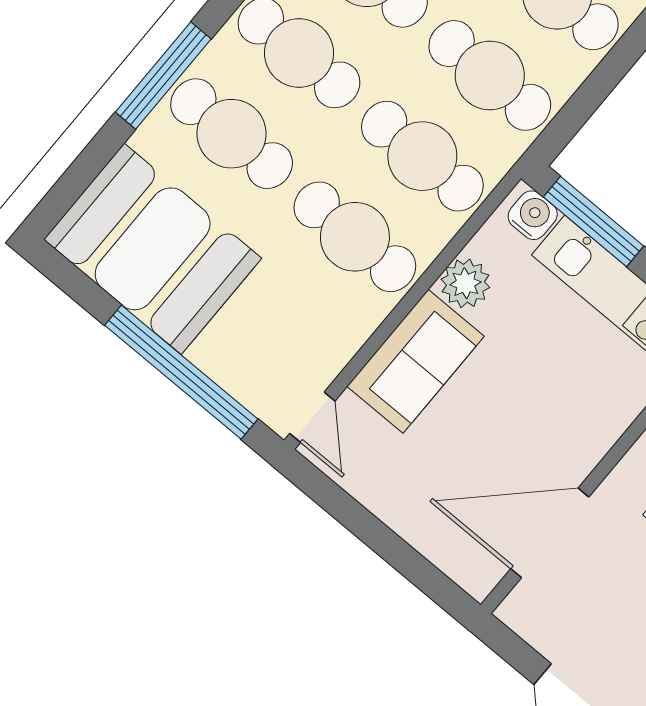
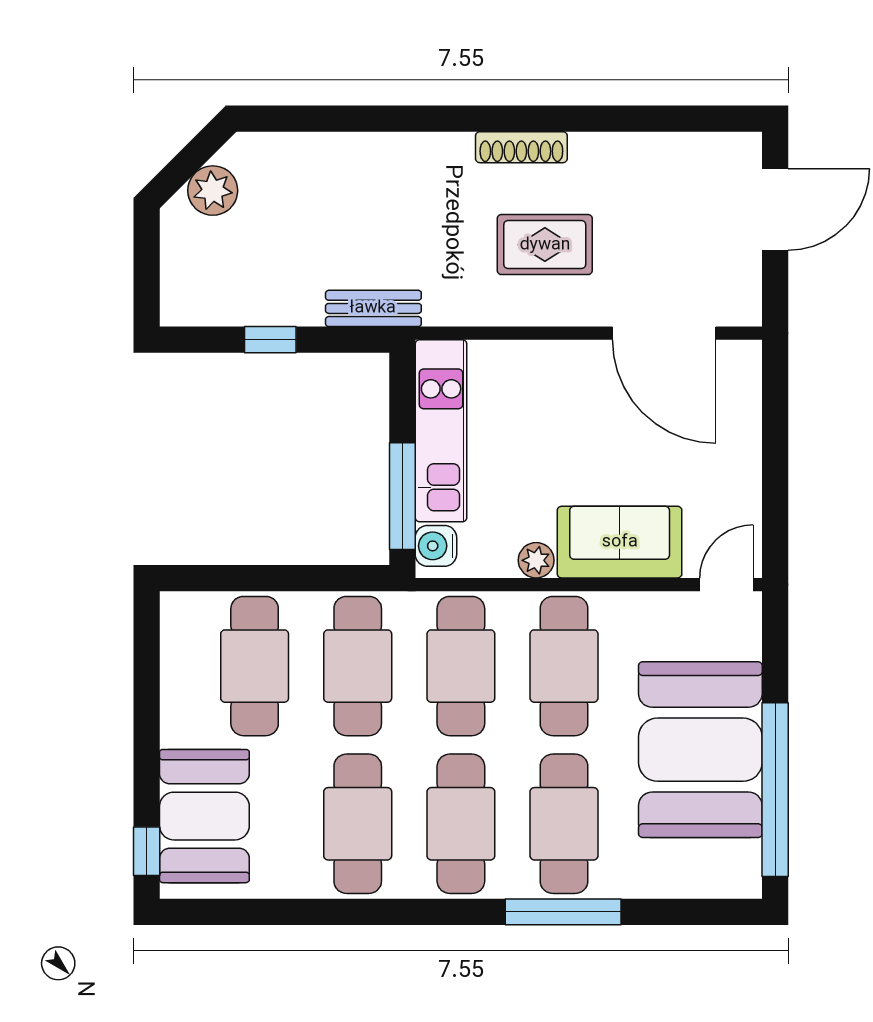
booth: (153, 249) -> (700, 750), moved
plant: (465, 283) -> (536, 560), width x0.73, depth x0.73
window: (181, 372) -> (775, 790), moved

